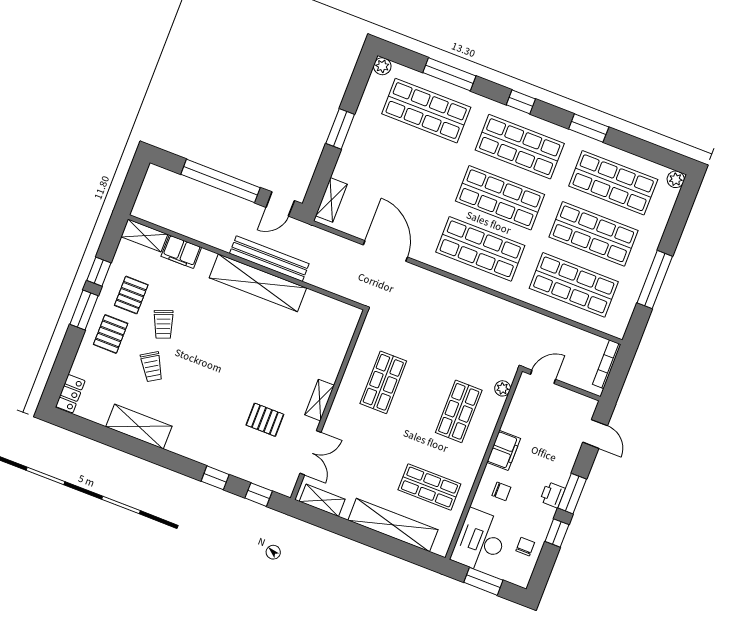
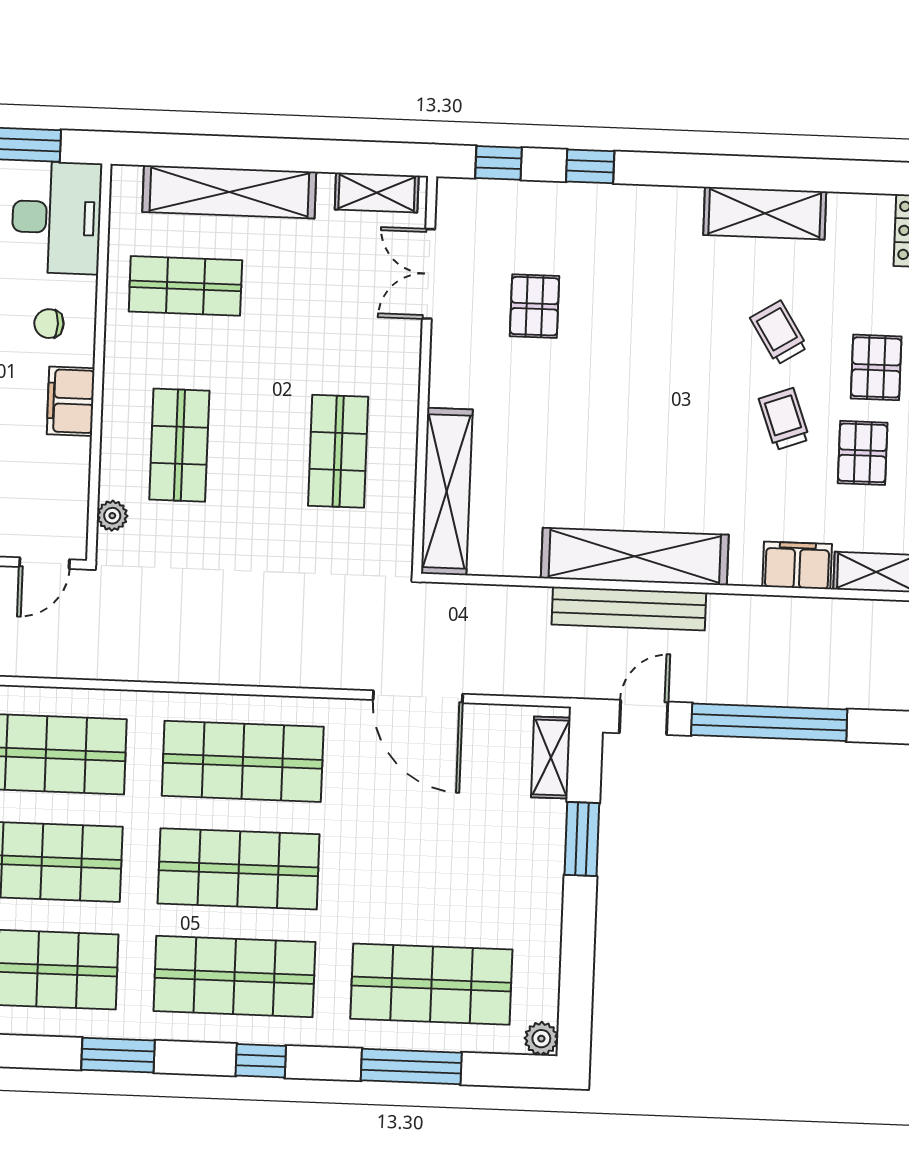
window: (340, 129) -> (582, 839), moved
shelving: (319, 400) -> (447, 491), moved, width x2.20, depth x1.33
pallet: (265, 420) -> (535, 306), turned 90

